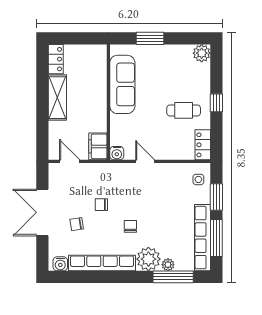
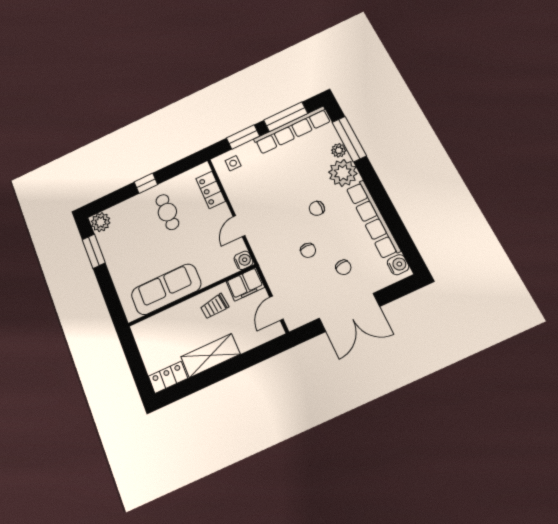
window: (150, 38) -> (94, 251), moved
trolley: (92, 116) -> (214, 306), added
locker: (203, 145) -> (211, 190), moved, turned 90

